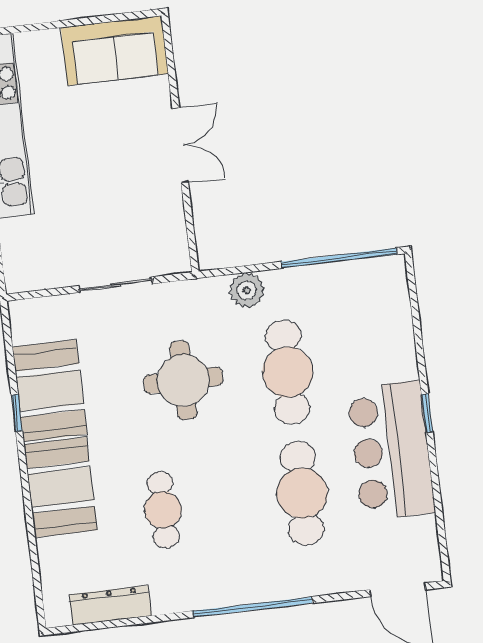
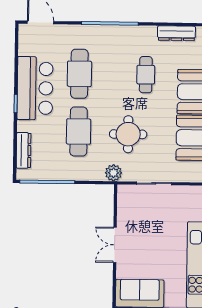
plant: (247, 290) -> (113, 173), moved
dresser: (397, 317) -> (24, 150), added

